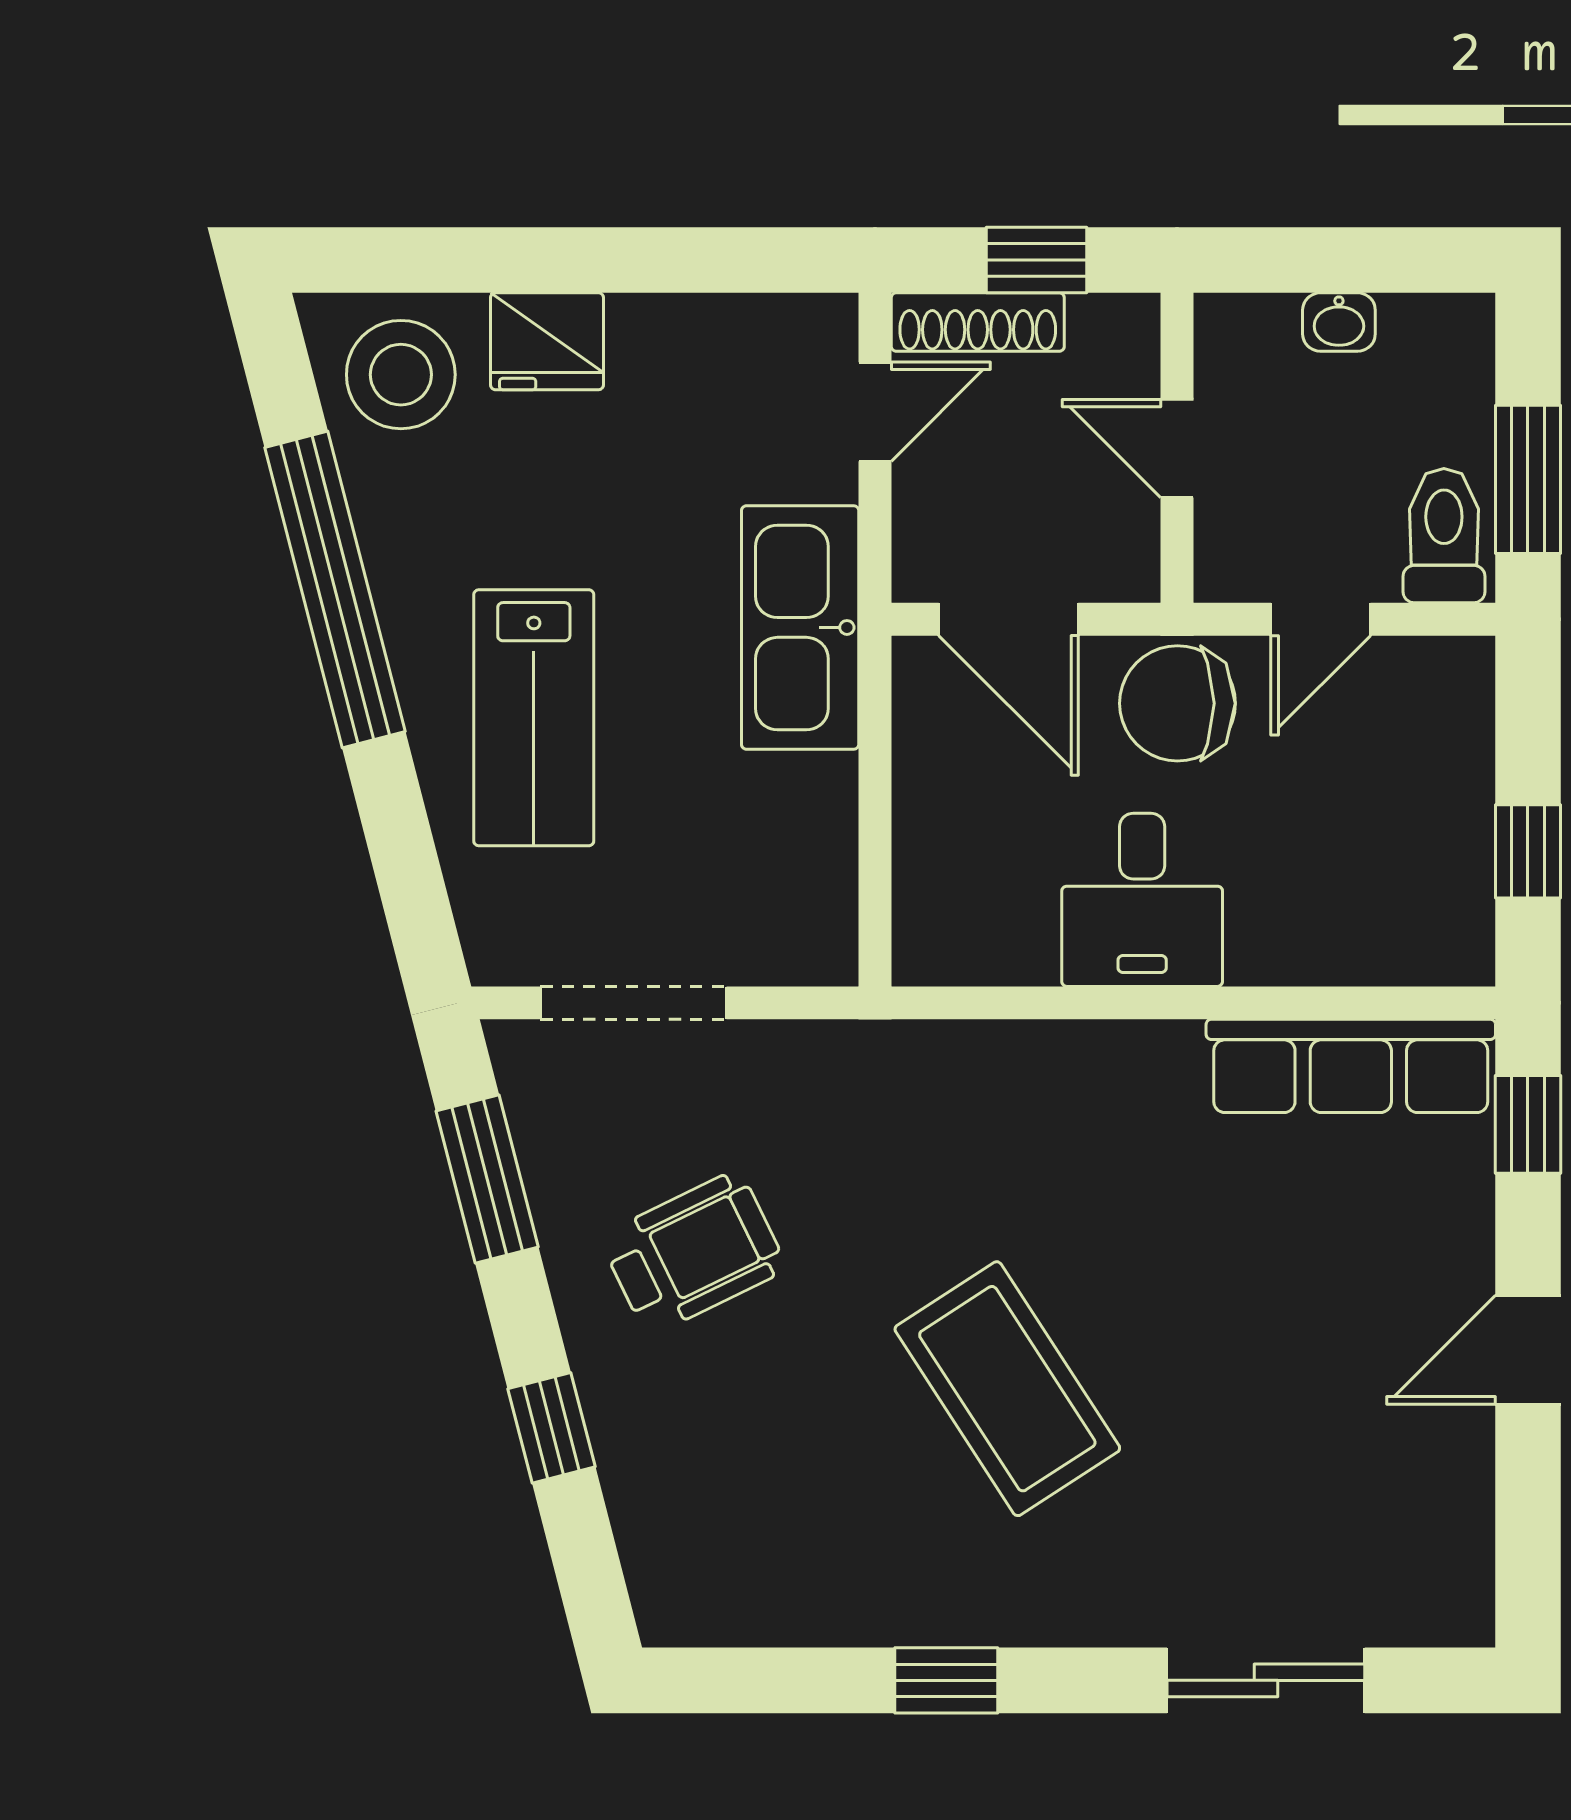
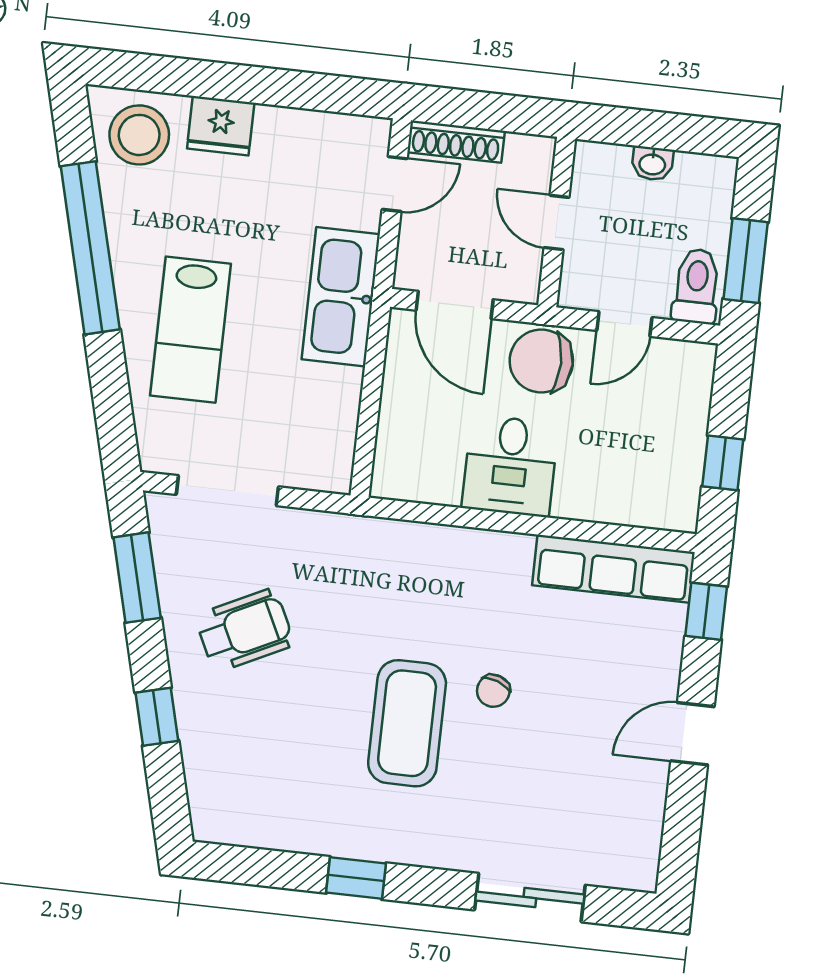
window: (1037, 260) -> (492, 111), removed
chair: (1157, 1312) -> (493, 691), added
coffee table: (1007, 1389) -> (407, 723), turned 33

